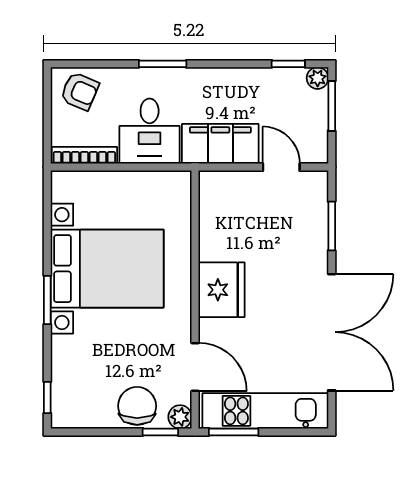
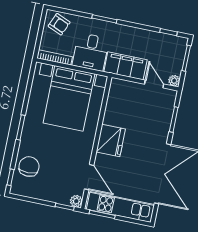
plant: (318, 78) -> (174, 81), moved
bed with nightstands: (107, 269) -> (69, 98), moved, turned 90
chair: (137, 406) -> (29, 167), moved

